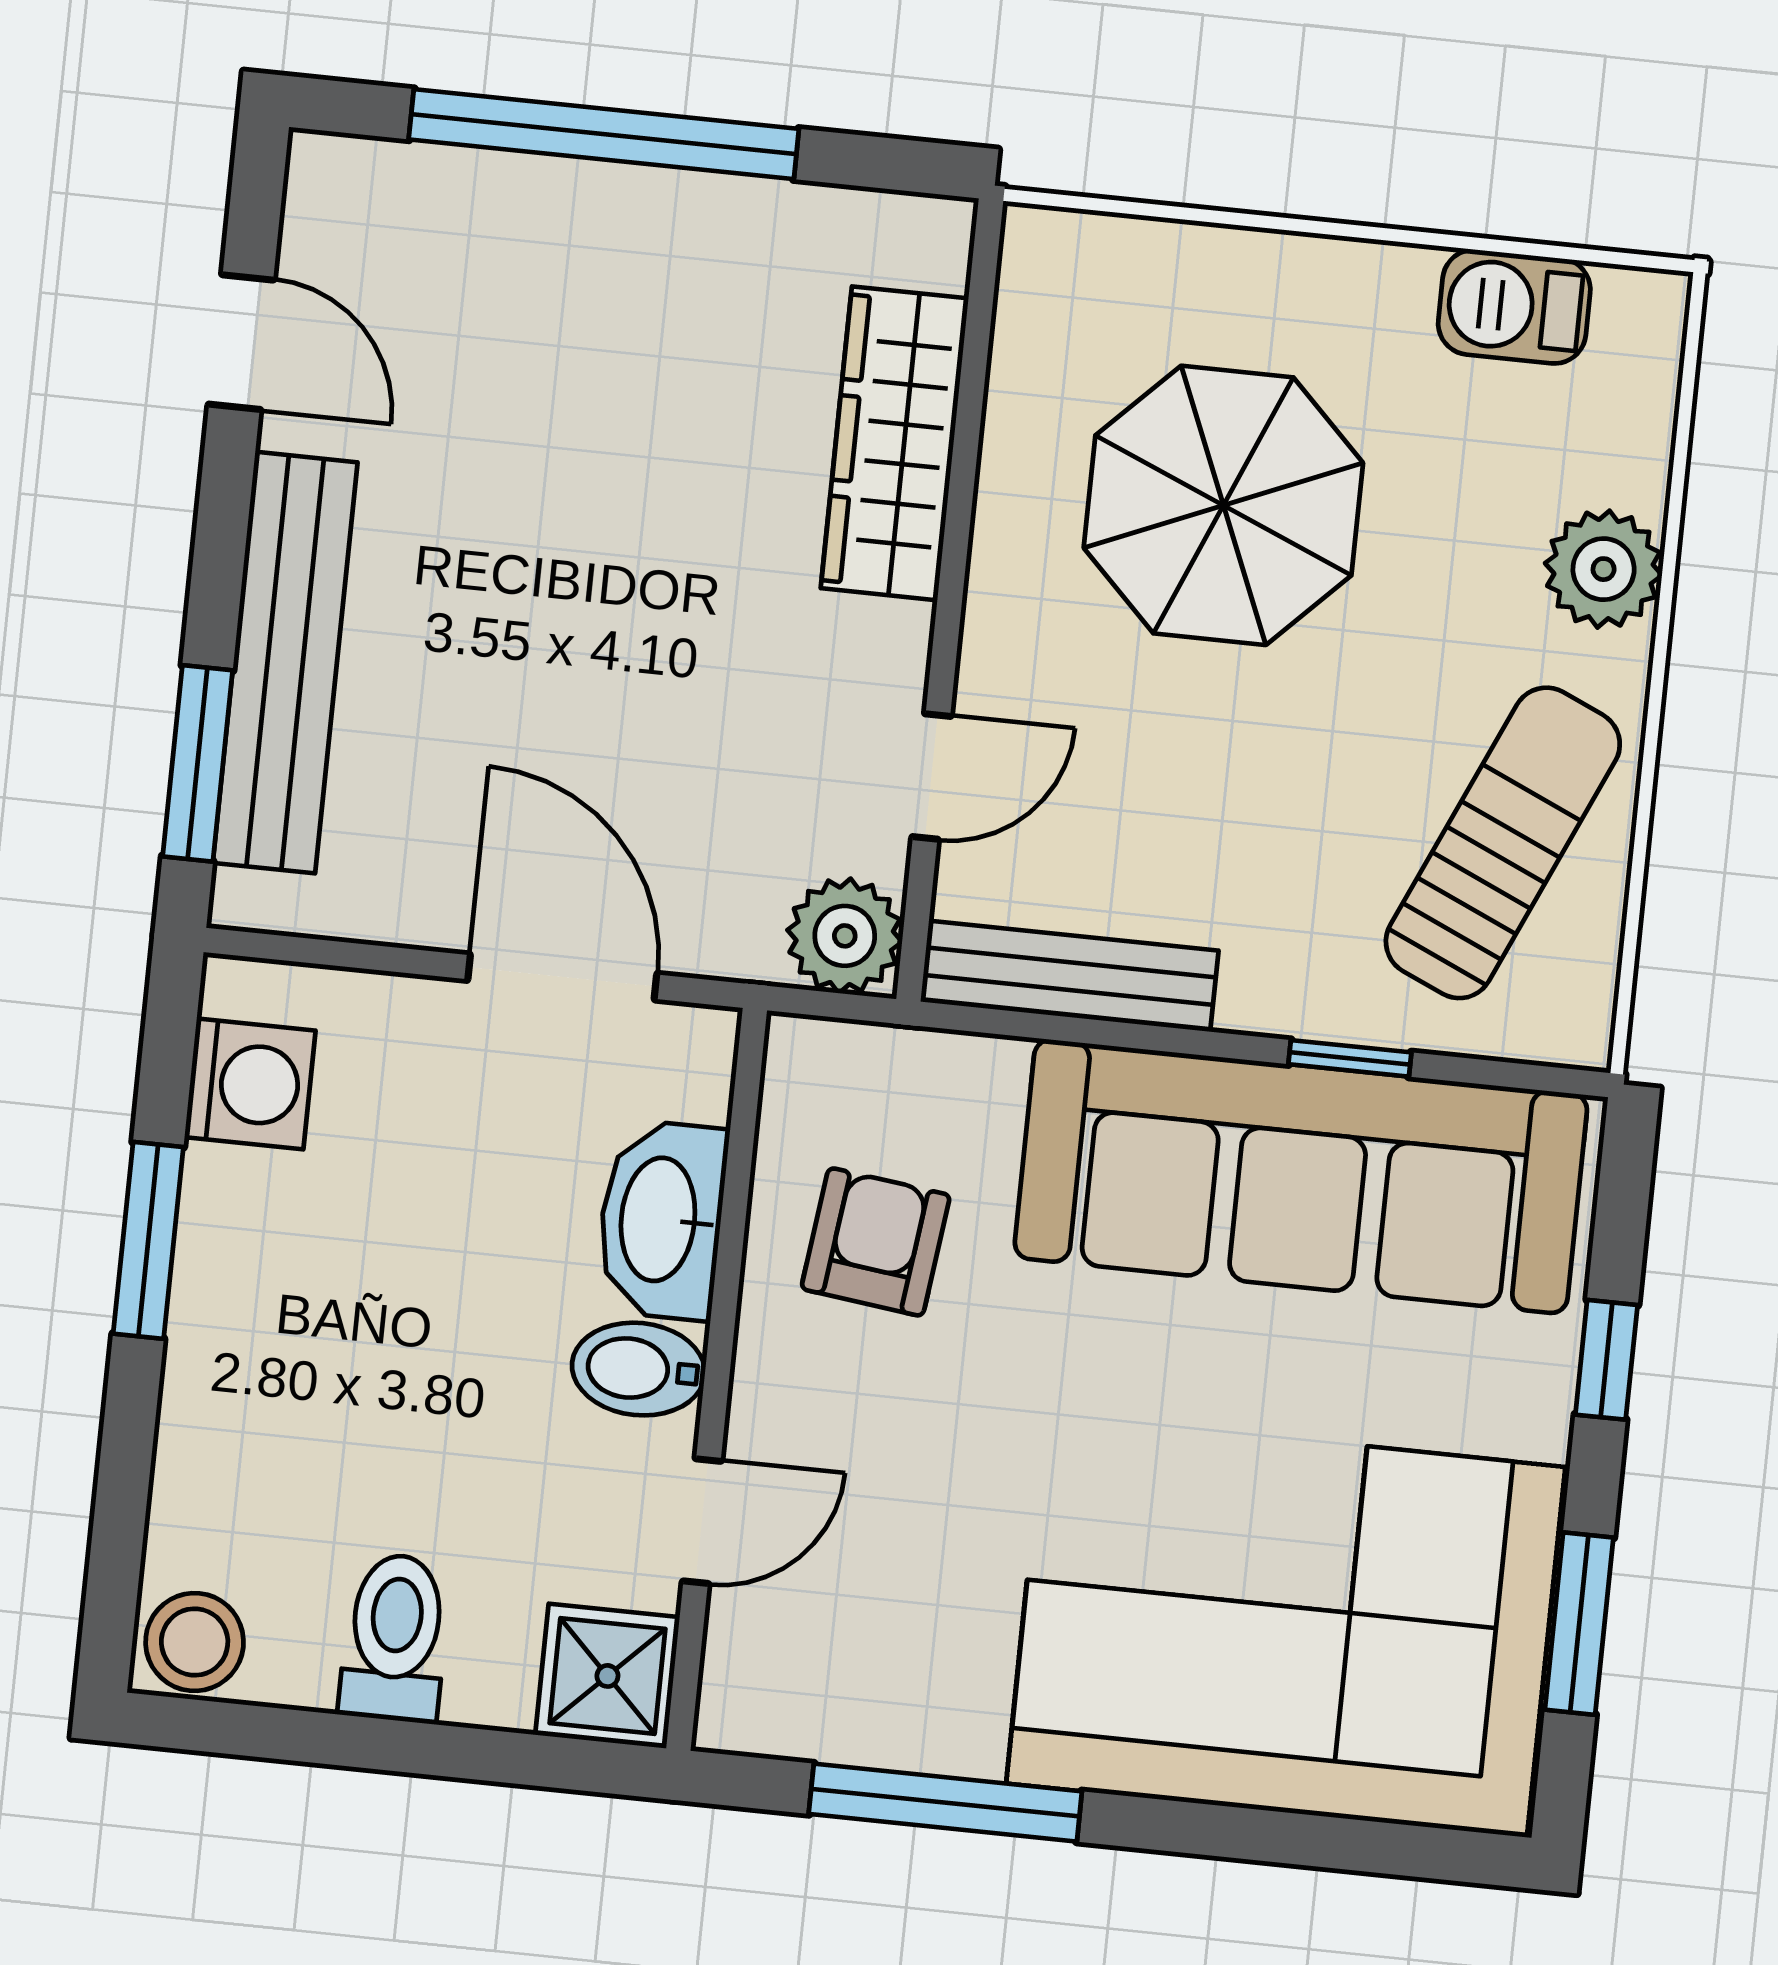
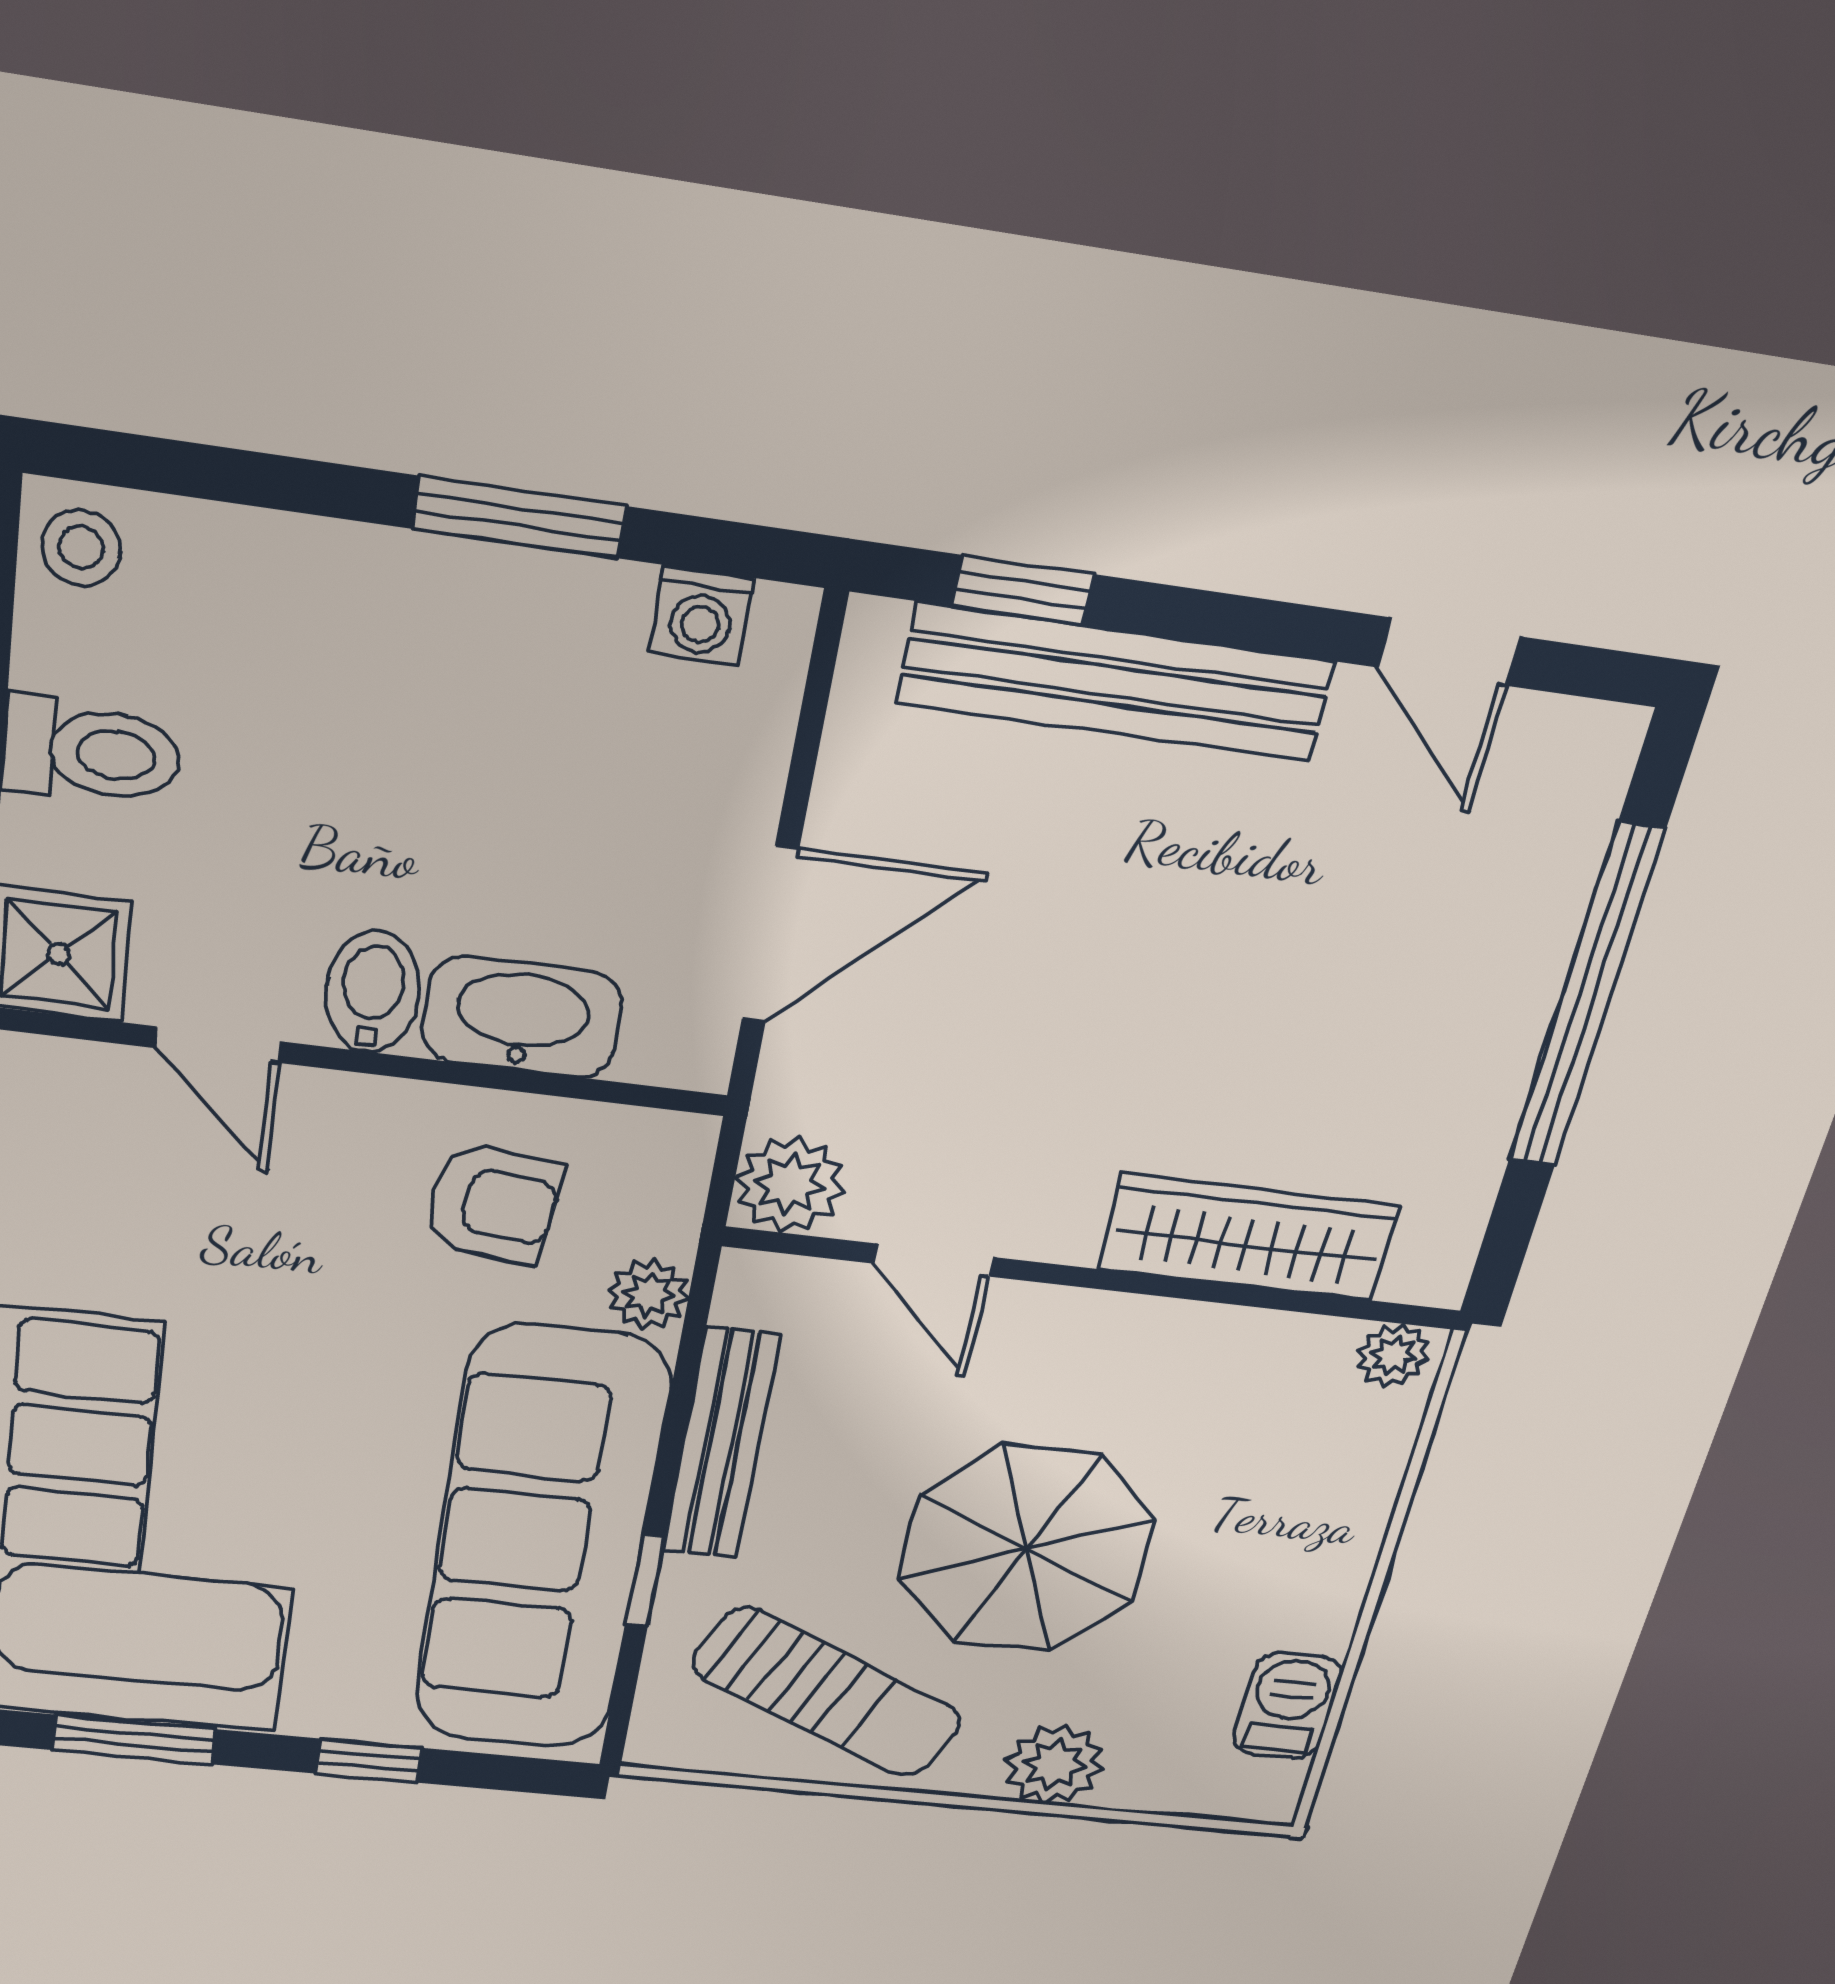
plant: (1037, 263) -> (1393, 1355), added
door: (241, 342) -> (1449, 652), hinge flipped
parasol: (1223, 505) -> (1026, 1549), moved
window: (198, 763) -> (1023, 590), width x0.67
bench: (1069, 976) -> (721, 1444), moved
plant: (981, 1075) -> (648, 1294), added
washing machine: (250, 1084) -> (702, 615), width x0.73, depth x0.73
stool: (195, 1642) -> (81, 547), width x0.73, depth x0.73

